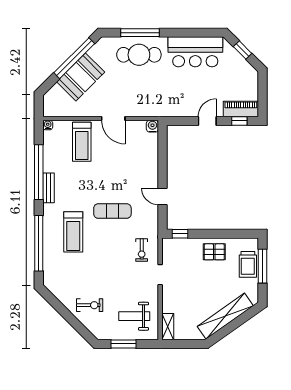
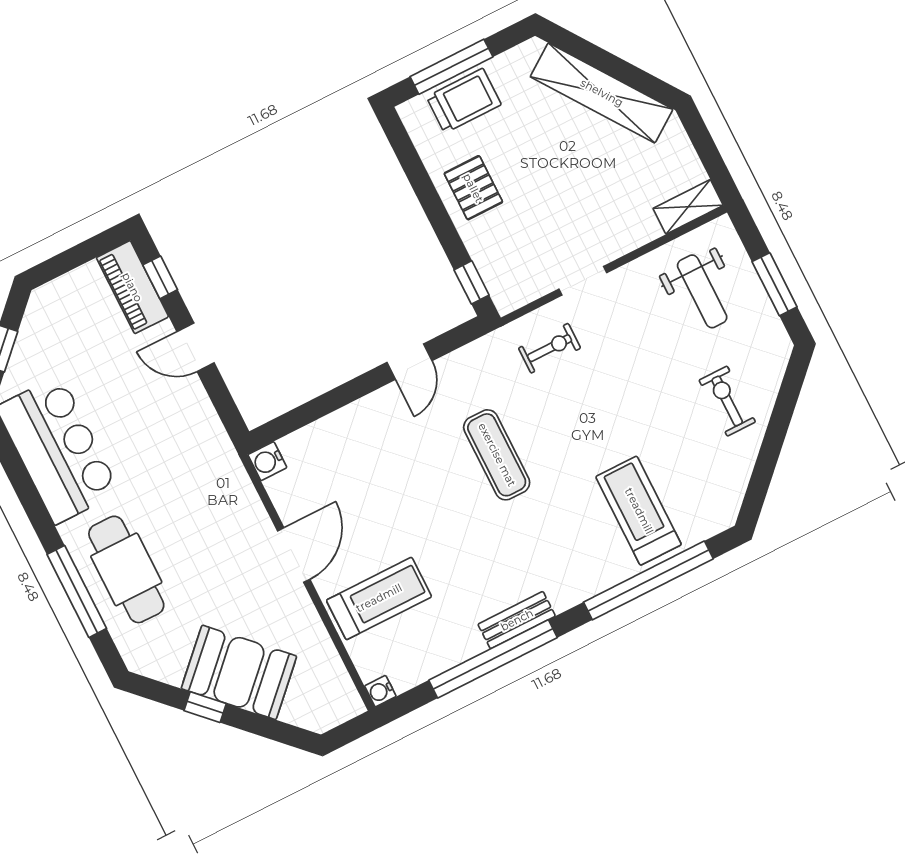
window: (74, 58) -> (205, 707), width x0.32
treadmill: (73, 232) -> (639, 511), moved, turned -90

